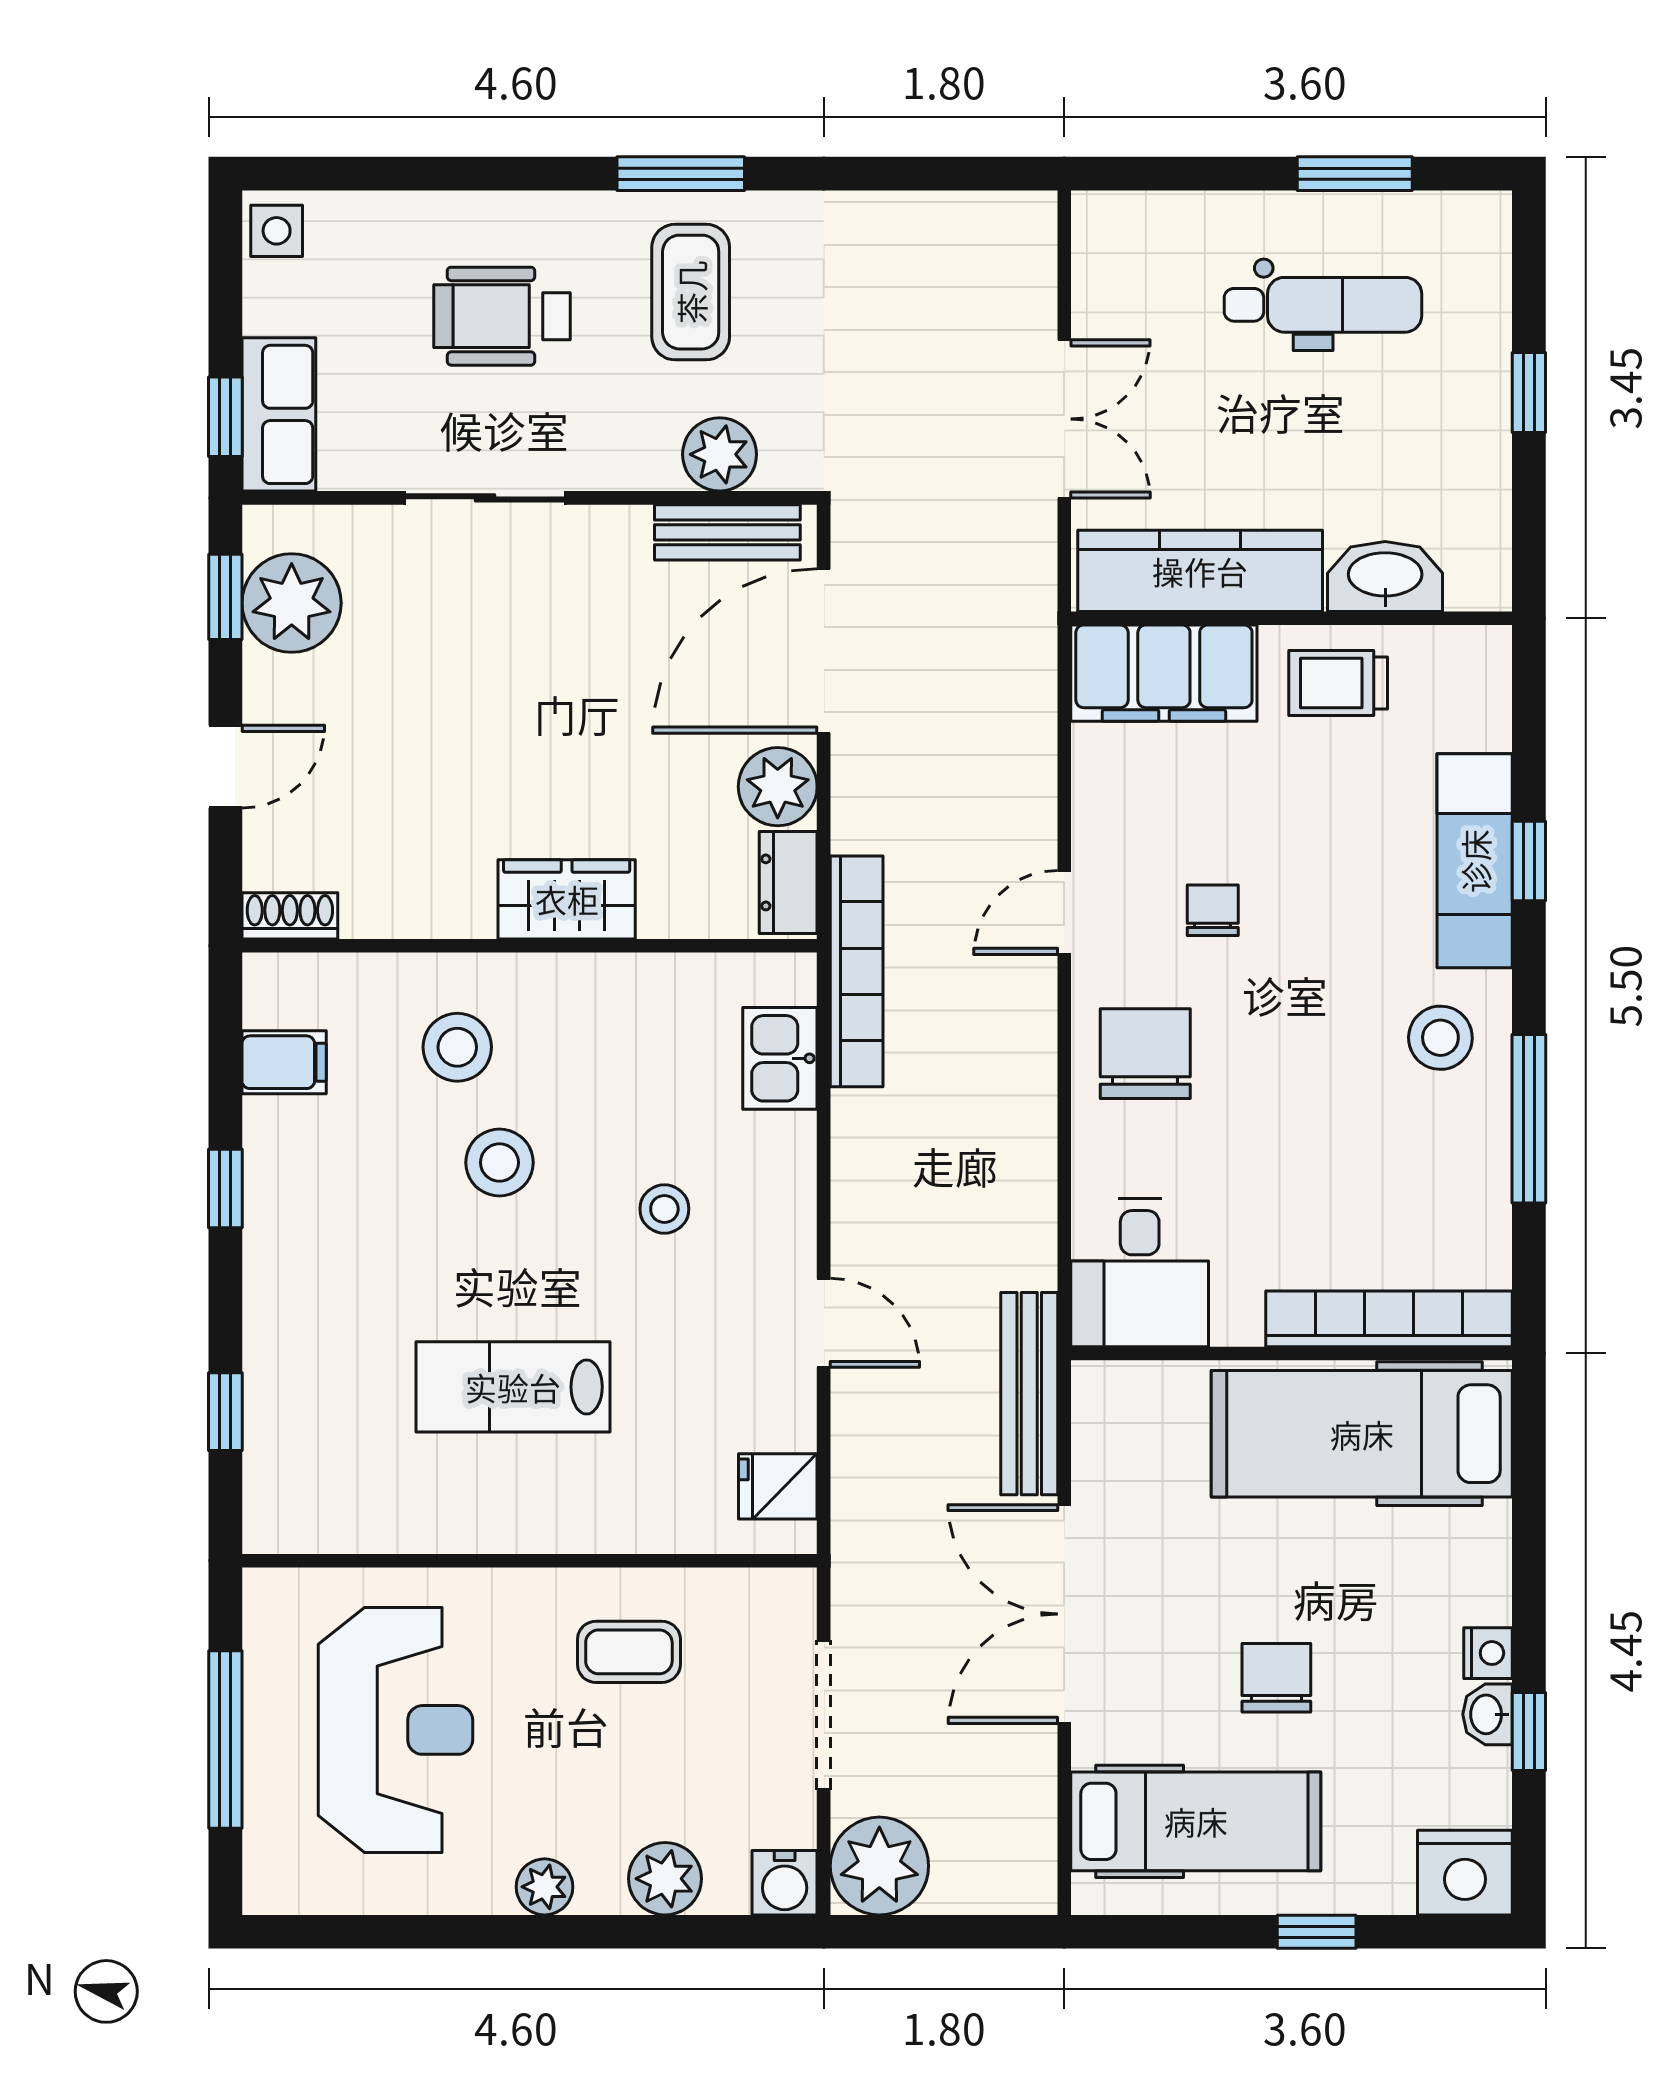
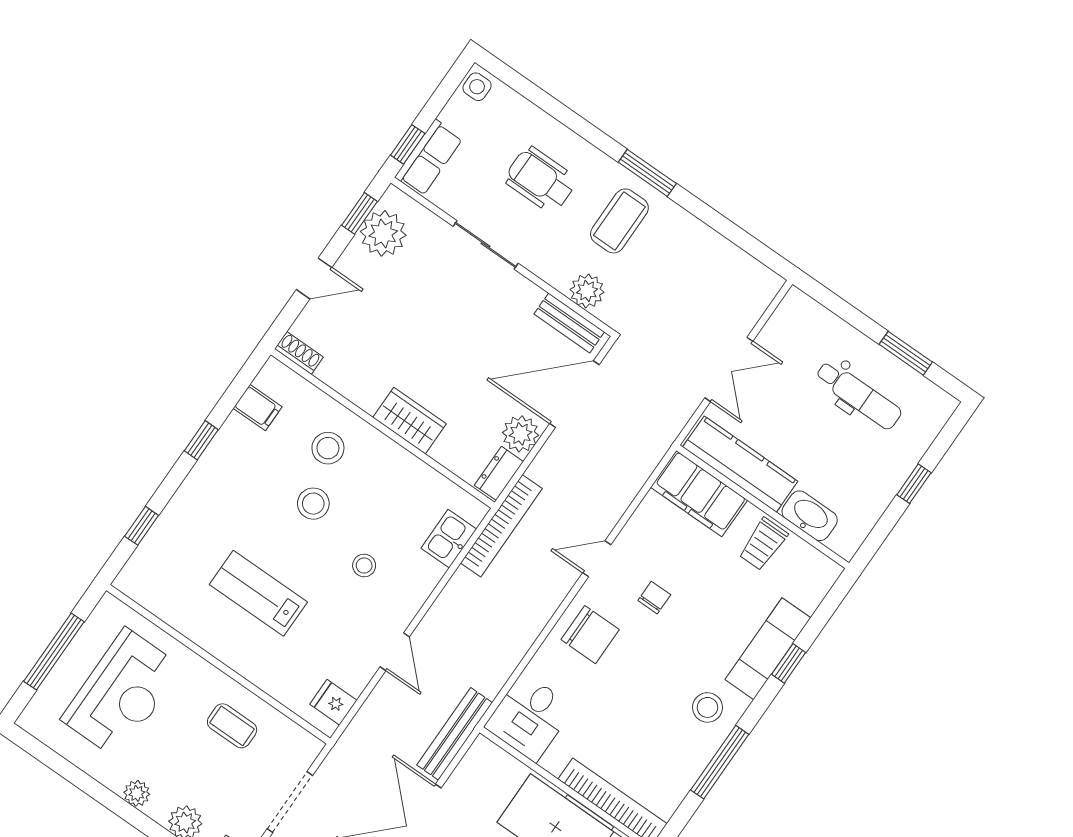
trolley: (1338, 683) -> (763, 544), turned -90
chair: (1145, 1054) -> (590, 635), turned 90

